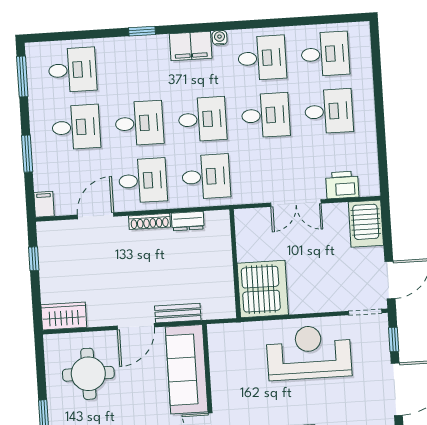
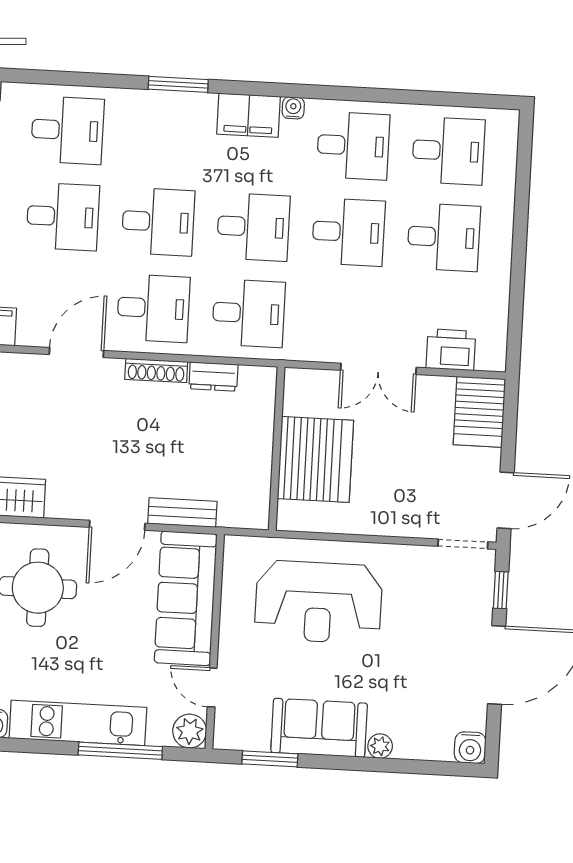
window: (142, 31) -> (178, 84), width x1.50
server rack: (263, 289) -> (315, 459), moved
reception desk: (309, 353) -> (318, 602), moved, turned 180

